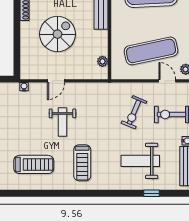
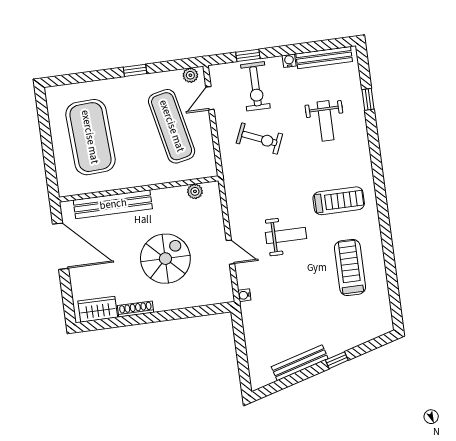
spiral stairs: (57, 34) -> (165, 259), turned 90
weight bench: (140, 161) -> (325, 121), width x0.73, depth x0.75

